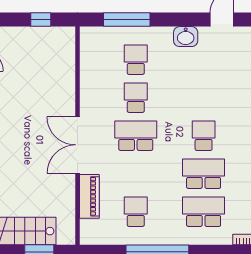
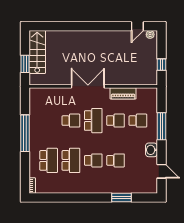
window: (127, 19) -> (162, 126), moved
school desk: (204, 98) -> (116, 160), added
piano: (89, 196) -> (123, 93), moved
school desk: (136, 212) -> (71, 121), moved

